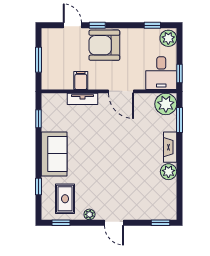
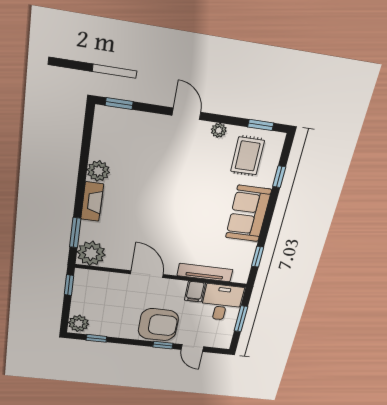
desk: (161, 73) -> (222, 302), moved
tv unit: (82, 99) -> (205, 273), width x1.41

